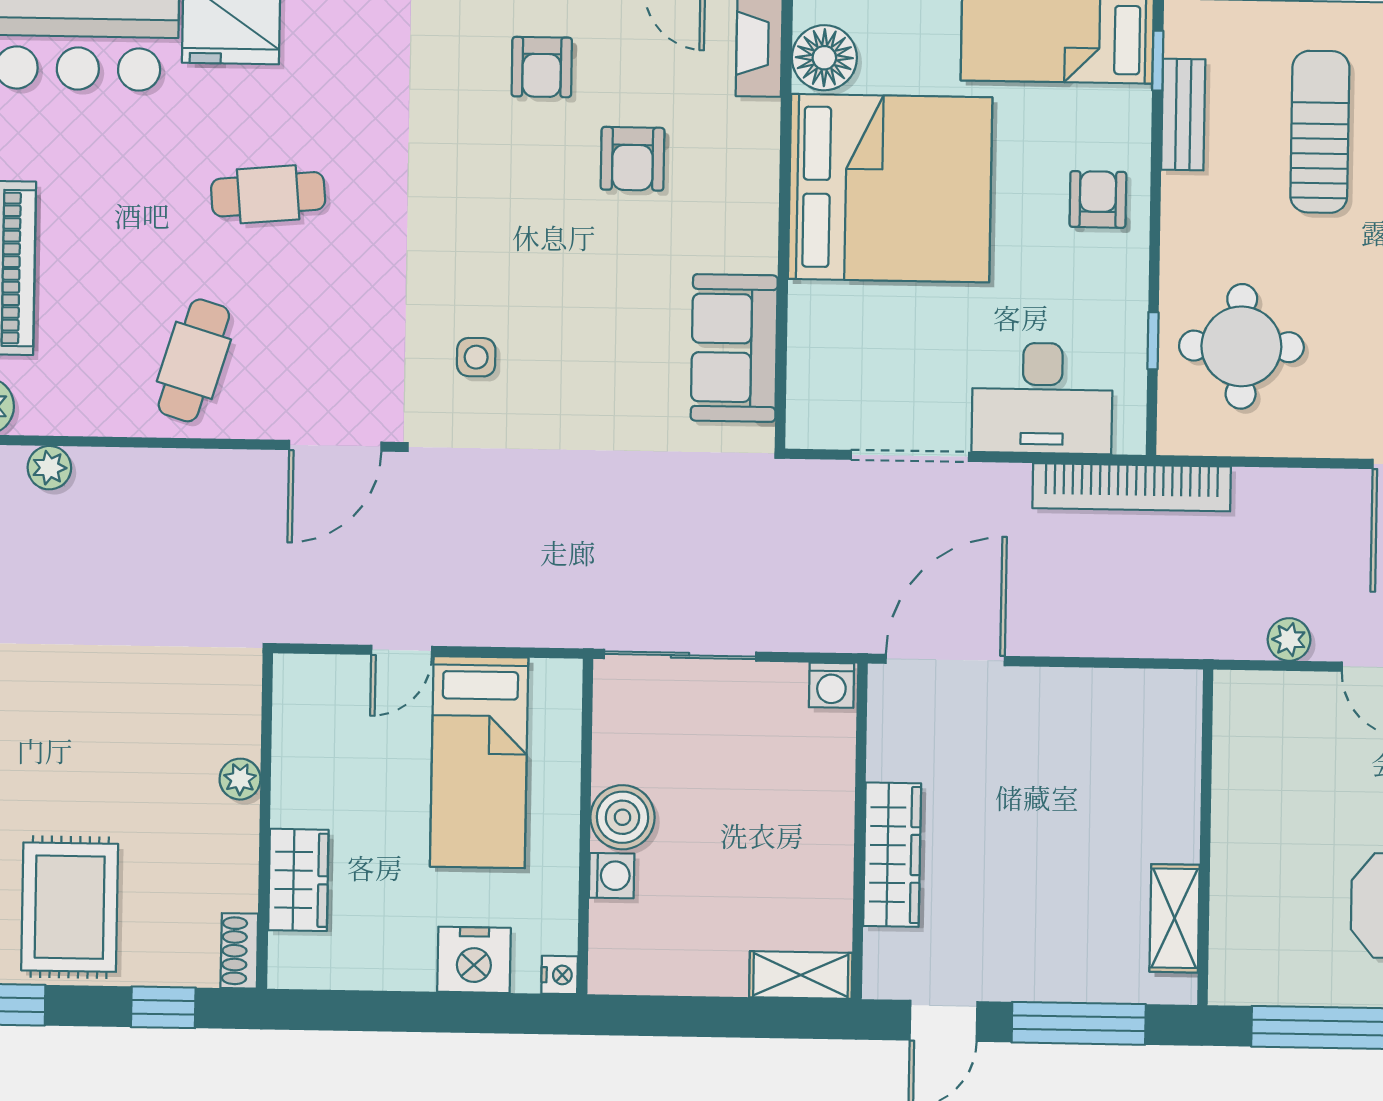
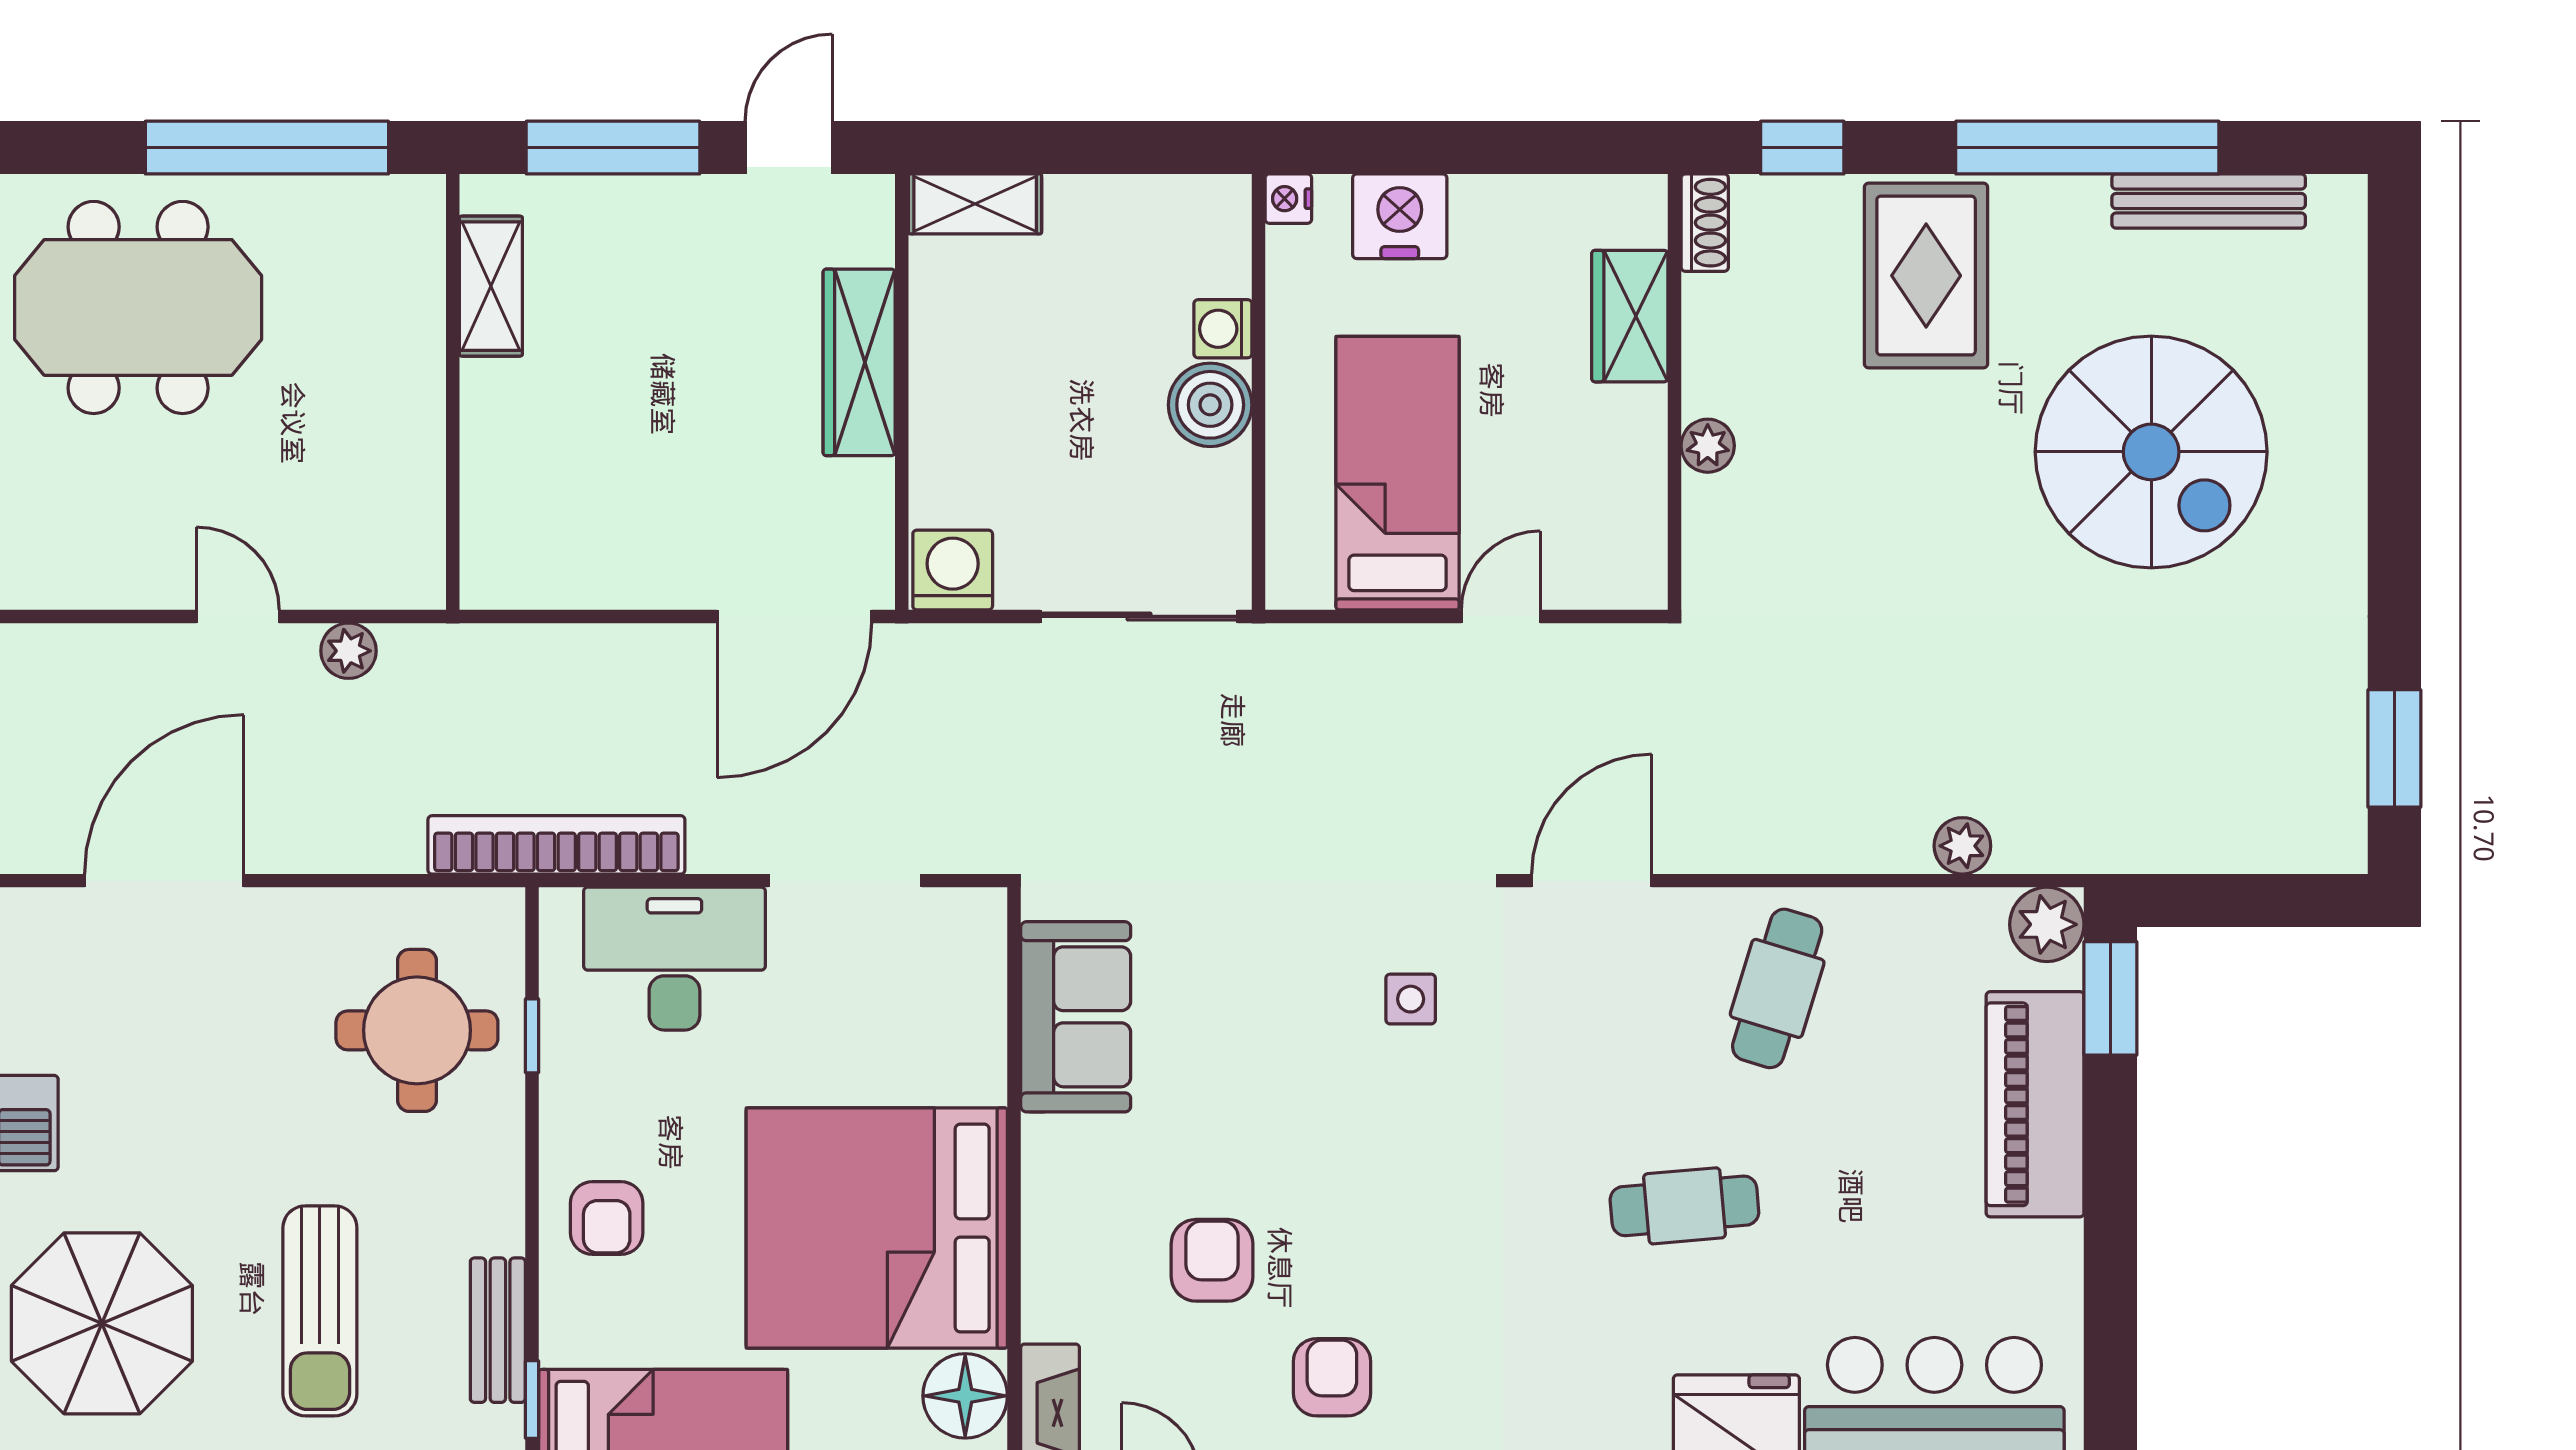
washing machine: (831, 685) -> (953, 570), width x1.38, depth x1.38

